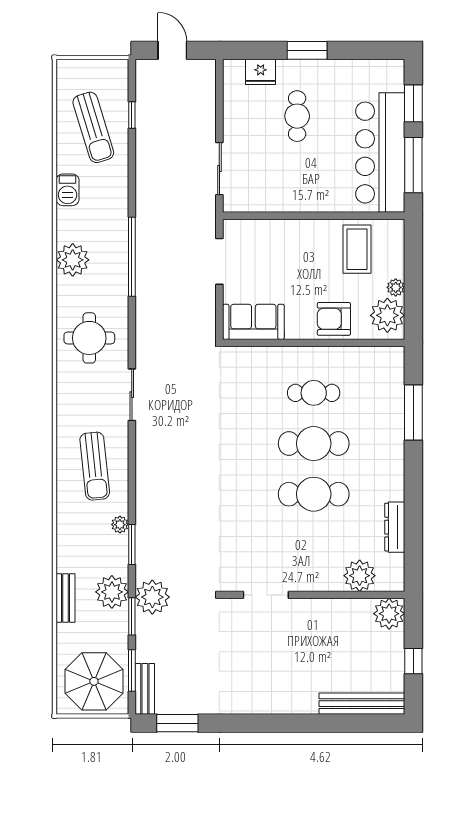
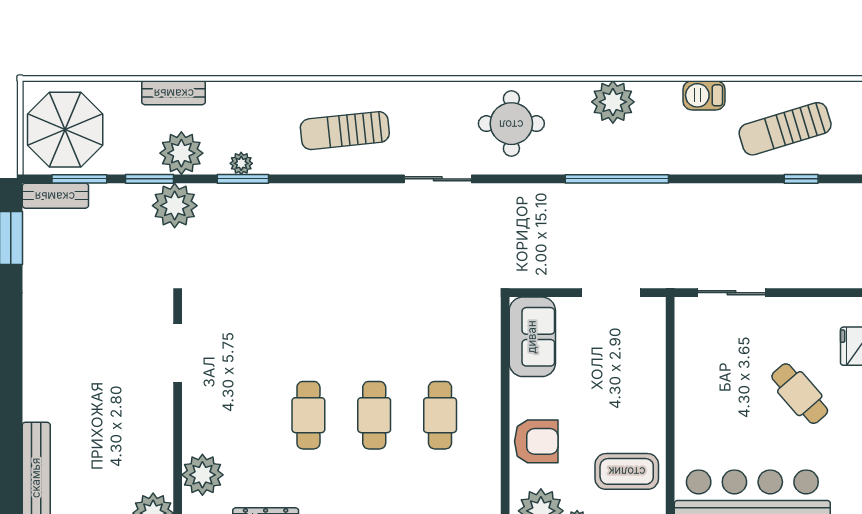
cafe table: (297, 116) -> (800, 394), turned 49
armchair: (334, 319) -> (536, 441), turned 90
cafe table: (314, 444) -> (374, 415), width x0.73, depth x0.74
cafe table: (314, 494) -> (308, 415), width x0.73, depth x0.74
plant: (120, 525) -> (241, 163), moved

